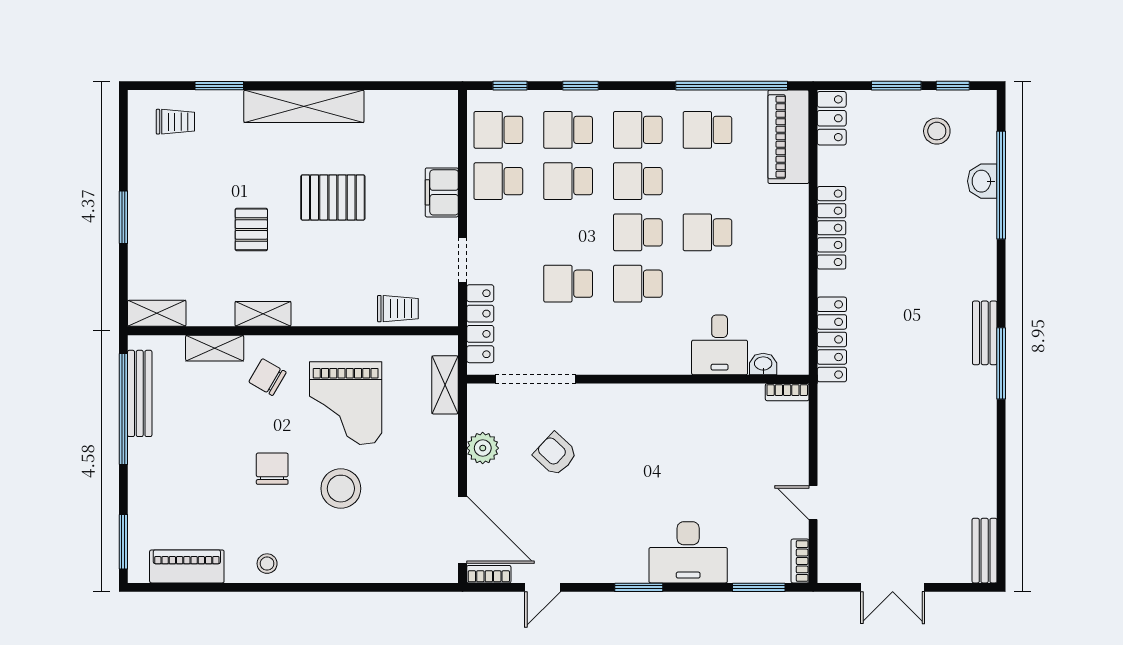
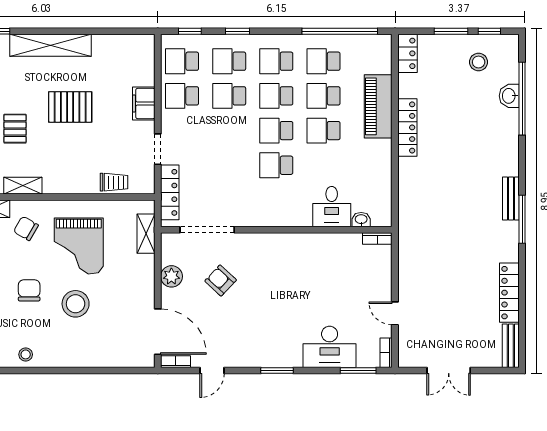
piano: (788, 137) -> (378, 106), moved
school desk: (568, 284) -> (323, 96), moved
locker: (832, 339) -> (509, 293), moved, turned 180
desk: (688, 552) -> (330, 347), moved

